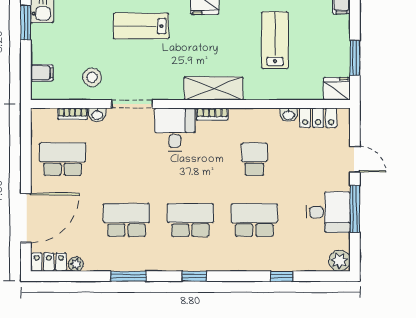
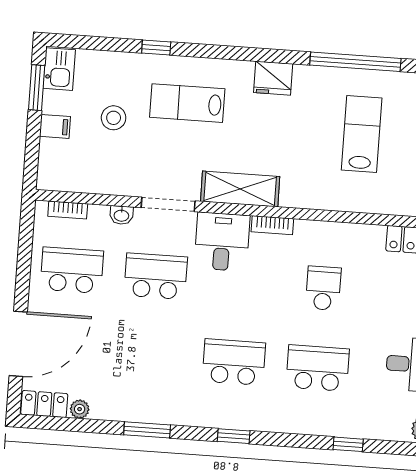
filing cabinet: (42, 73) -> (55, 126), moved
stool: (92, 77) -> (114, 118), moved
shelving: (214, 88) -> (240, 189), moved
bookcase: (72, 114) -> (68, 210), moved
washbasin: (288, 115) -> (372, 233), removed
school desk: (126, 220) -> (156, 276), moved

